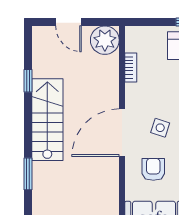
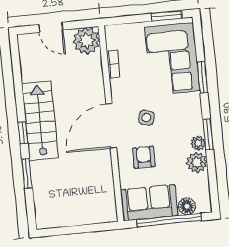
window: (28, 81) -> (23, 133), moved

